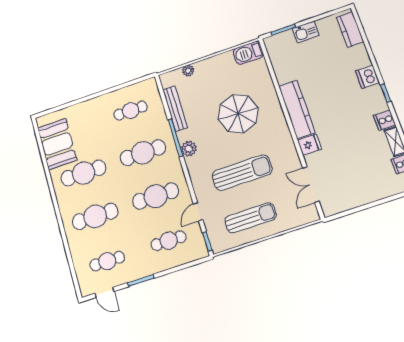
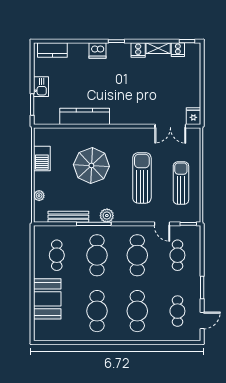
barbecue: (248, 53) -> (42, 158), moved
kitchen counter: (297, 109) -> (85, 116), moved
booth: (57, 144) -> (47, 299), moved, turned 90
fridge: (310, 145) -> (193, 116), moved

